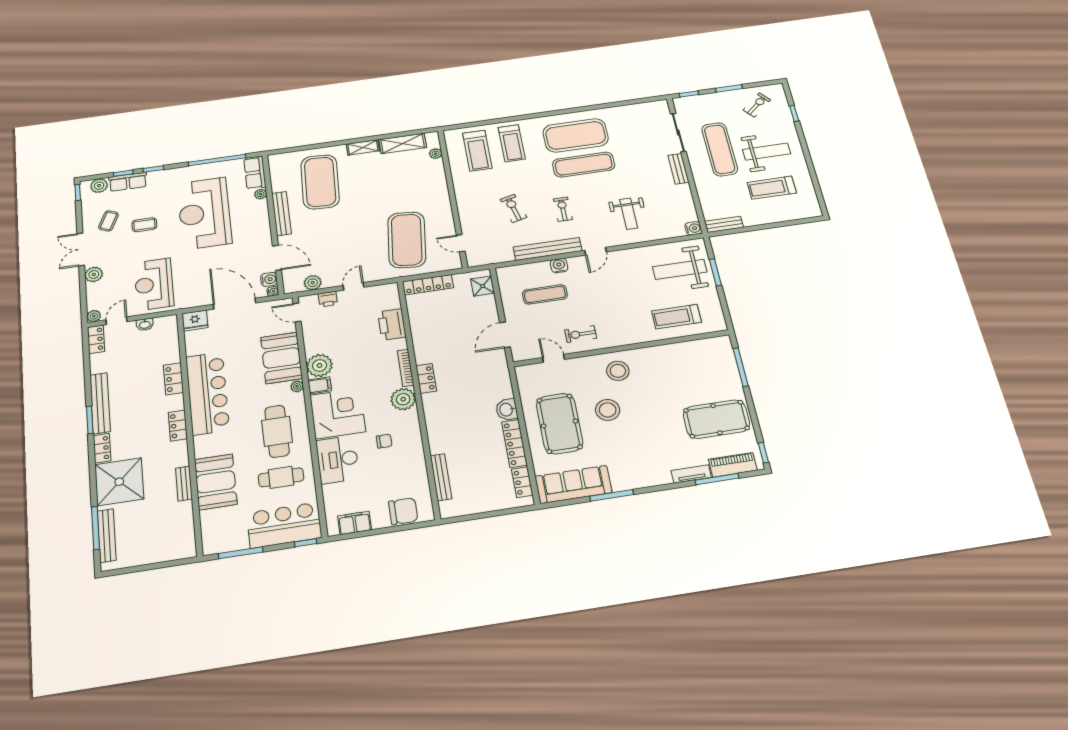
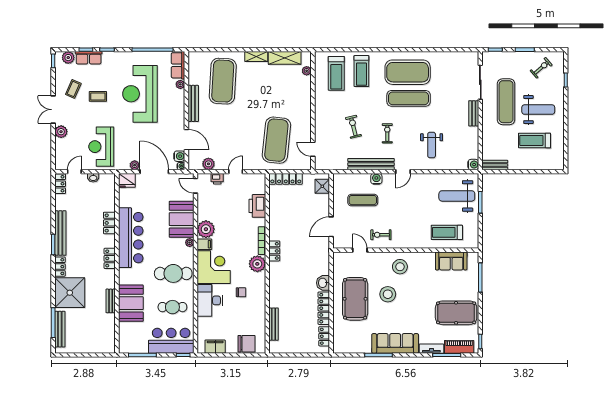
plant: (94, 316) -> (135, 165), moved
sofa: (692, 352) -> (451, 261), added
cafe table: (277, 431) -> (173, 273), turned 90
sofa: (573, 484) -> (395, 343), moved

